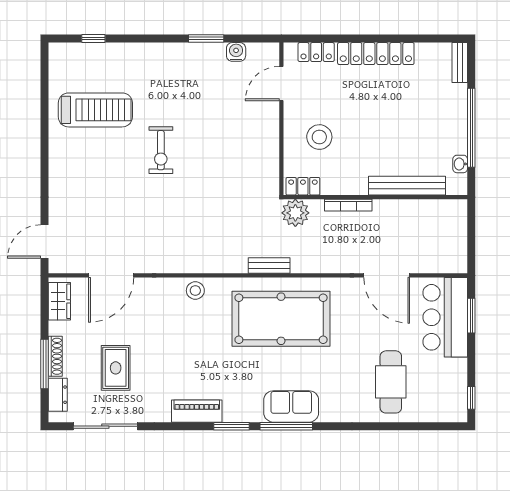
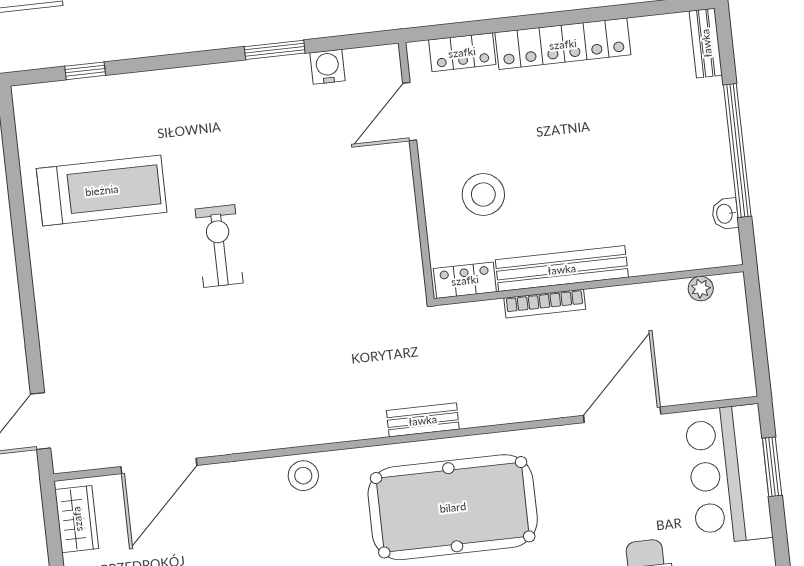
exercise bike: (161, 150) -> (219, 246), turned 180
bench: (407, 186) -> (562, 269), moved
plant: (295, 213) -> (701, 289), moved, width x0.53, depth x0.53
door: (387, 275) -> (622, 415), swing flipped

